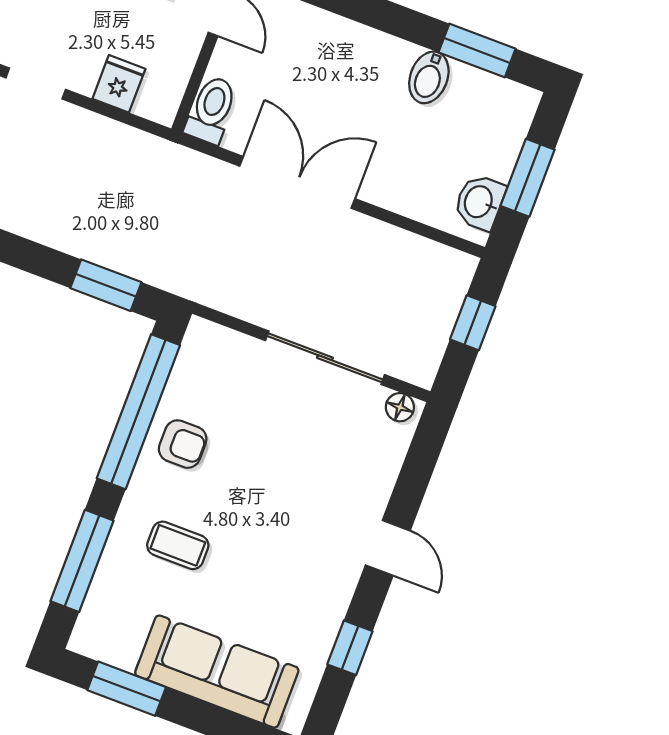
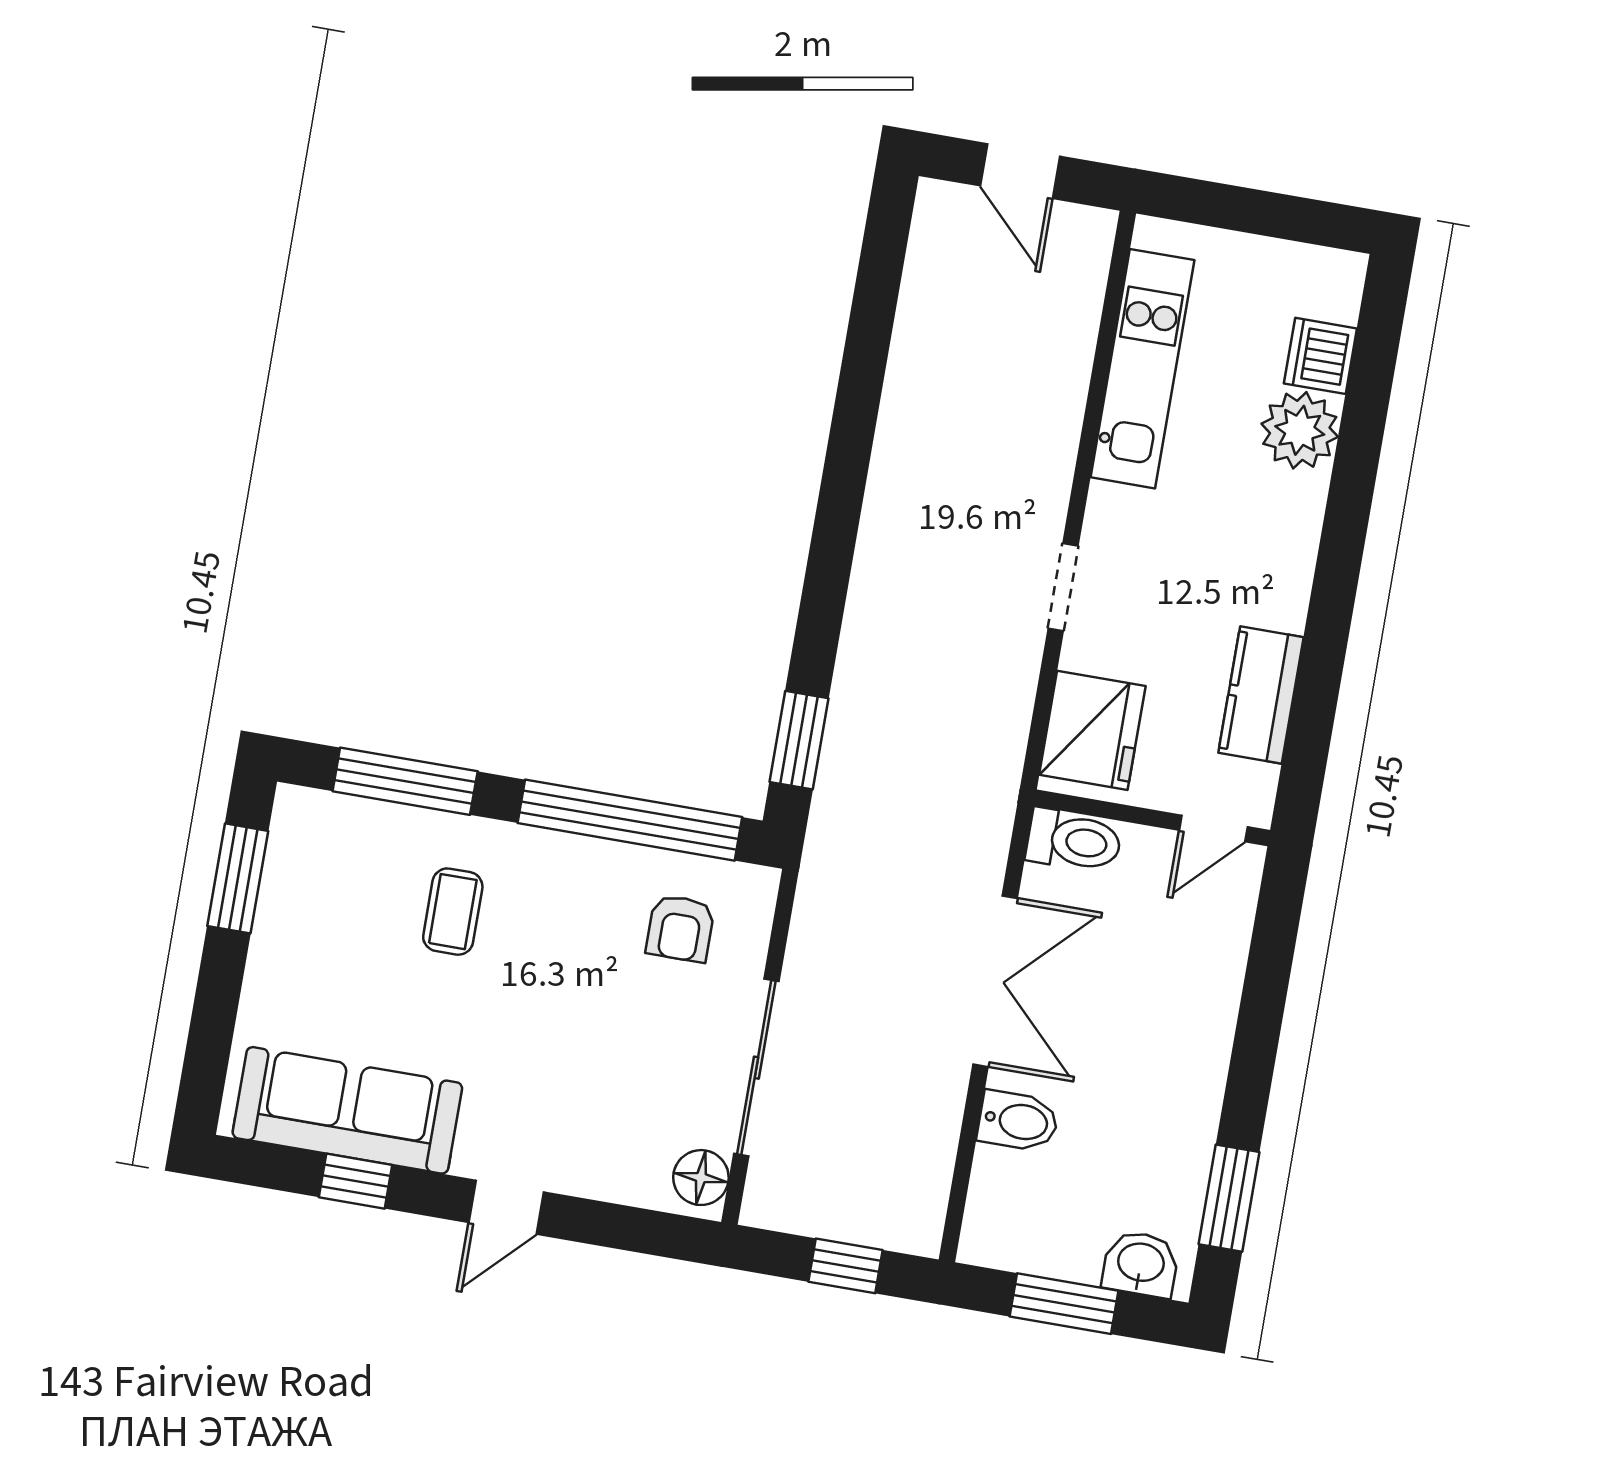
bidet: (429, 77) -> (1018, 1121), moved, turned 180
fridge: (119, 84) -> (1092, 730), width x1.88, depth x1.34
washbasin: (479, 202) -> (1141, 1264), moved
floor lamp: (400, 407) -> (701, 1178), width x1.37, depth x1.37
armchair: (183, 444) -> (680, 928), moved
sofa: (217, 672) -> (347, 1110), moved, turned -90

